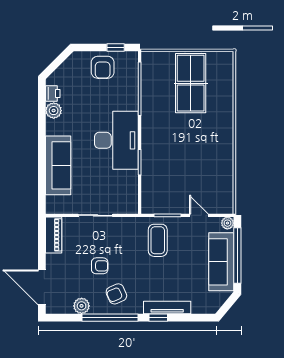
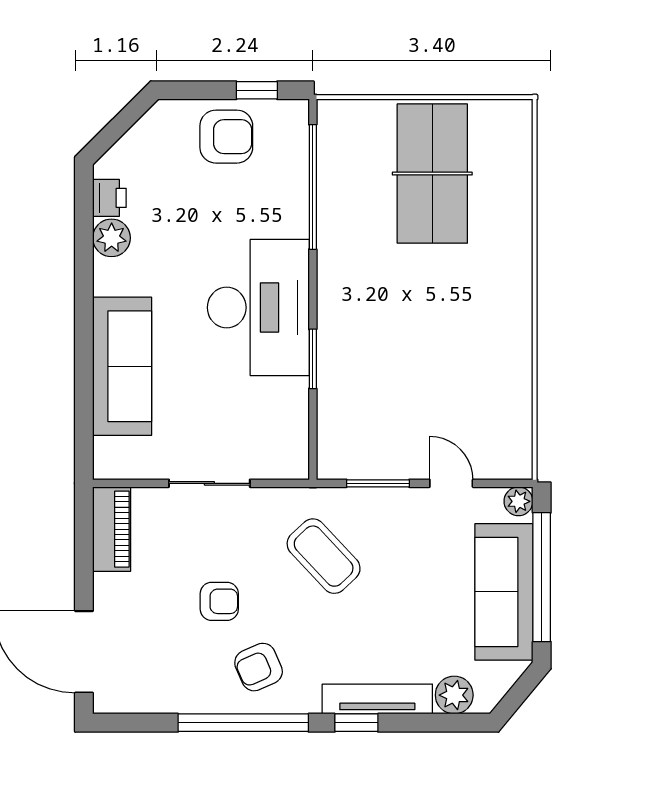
armchair: (103, 67) -> (226, 137), turned -90
coffee table: (158, 240) -> (324, 556), moved, turned -43
plant: (82, 306) -> (454, 695), moved

